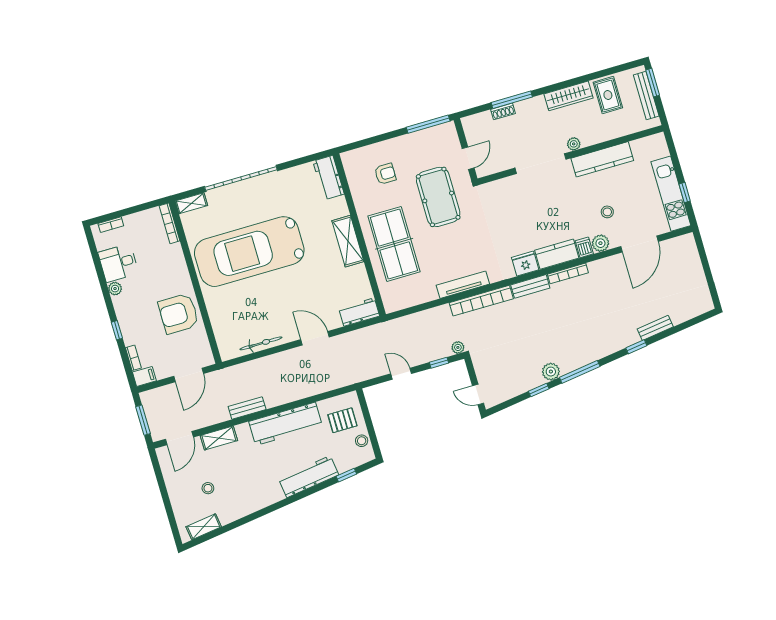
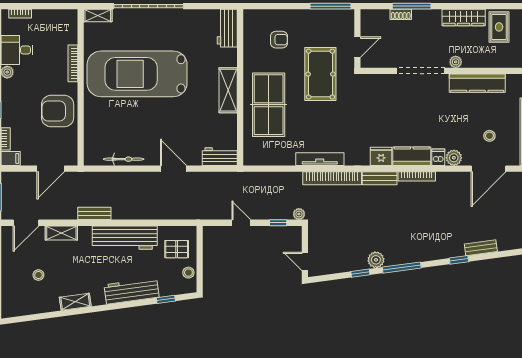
stool: (607, 212) -> (489, 136), moved
bookcase: (169, 223) -> (73, 63), moved
shelving: (204, 527) -> (75, 302), moved

